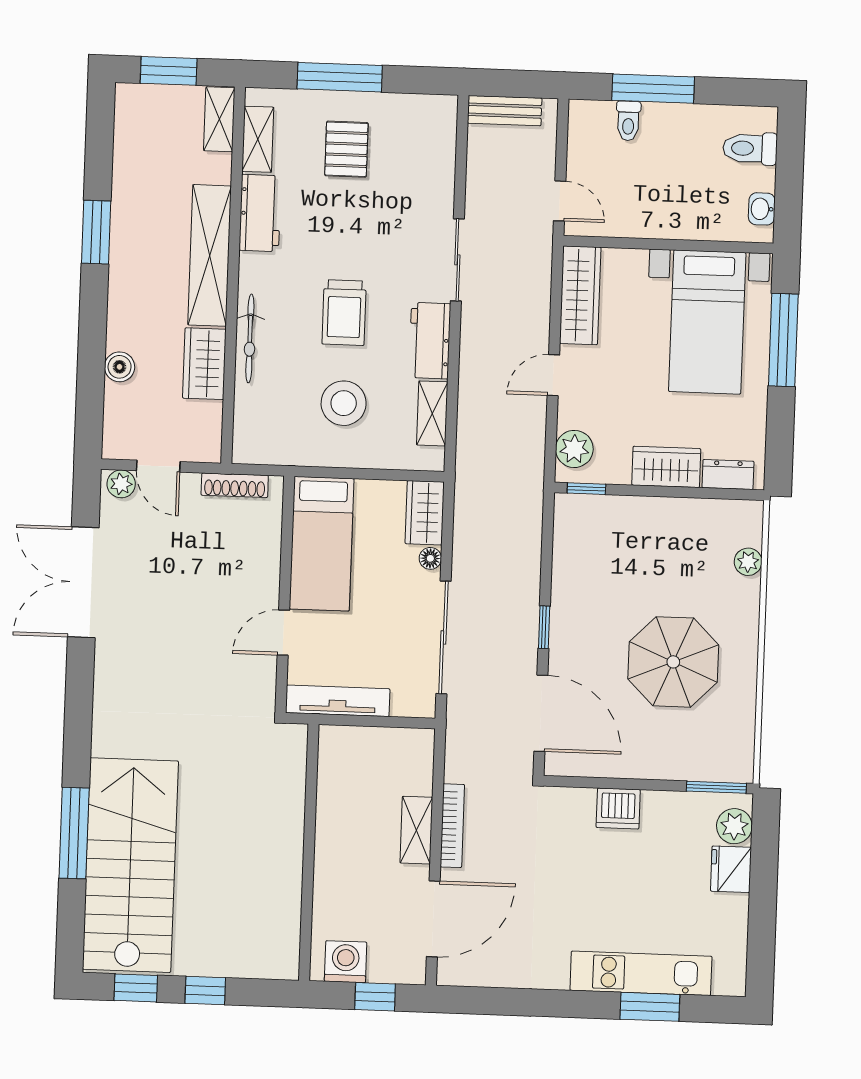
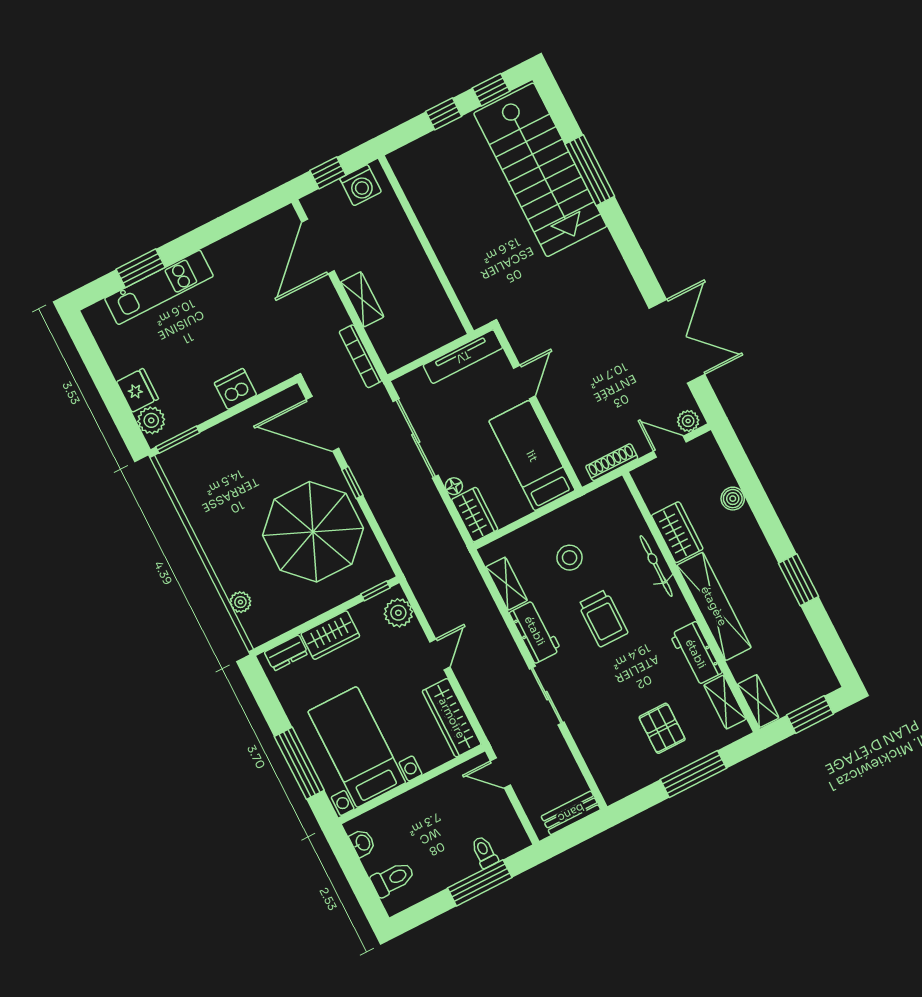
trolley: (344, 313) -> (603, 618), turned 180
stool: (344, 403) -> (570, 558), width x0.73, depth x0.73
parasol: (673, 662) -> (313, 532), moved, width x1.36, depth x1.36
bookcase: (452, 826) -> (360, 356), moved

